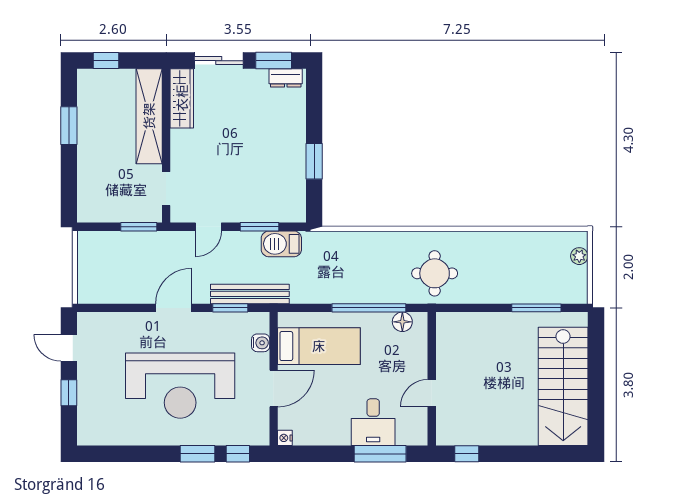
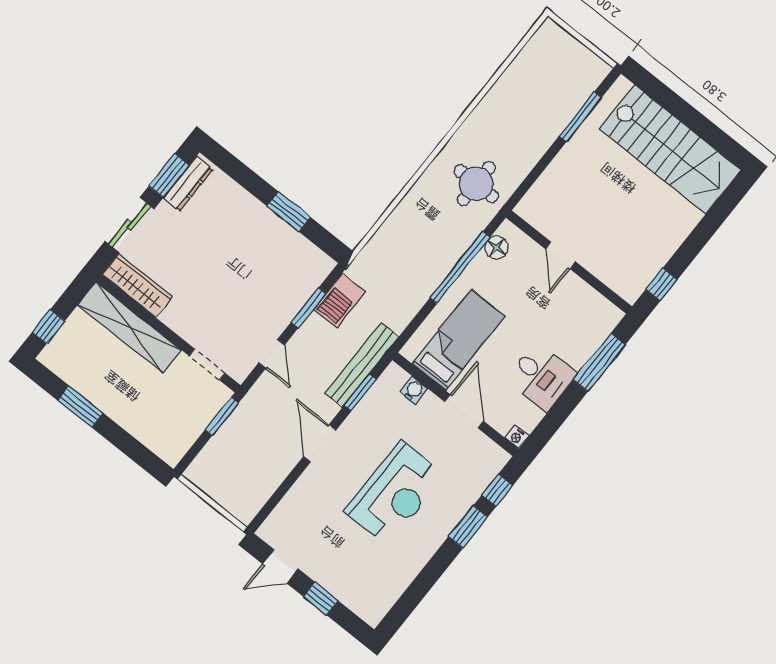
dresser: (286, 78) -> (188, 184), width x1.44
plant: (579, 256) -> (565, 41), removed
reception desk: (180, 386) -> (394, 493), width x0.74, depth x0.77
door: (432, 393) -> (561, 255), moved
desk: (373, 422) -> (541, 377), moved

